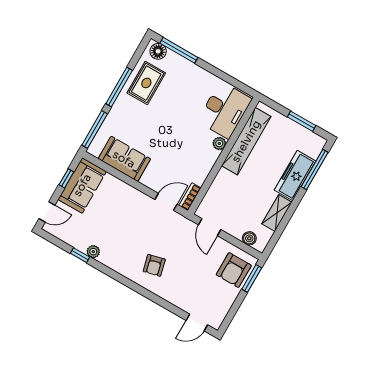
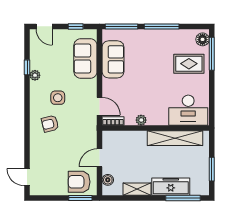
rug: (146, 83) -> (189, 64), moved
plant: (219, 143) -> (141, 120), moved
sofa: (82, 185) -> (85, 59), moved, turned 90
door: (210, 227) -> (100, 158), moved
side table: (131, 241) -> (58, 98), added

